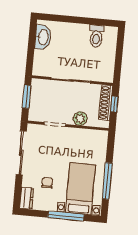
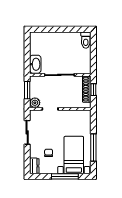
toilet: (96, 36) -> (86, 40), moved
washbasin: (43, 37) -> (35, 64), moved
plant: (80, 119) -> (35, 103), moved
sliding door: (21, 153) -> (27, 132), width x0.73

